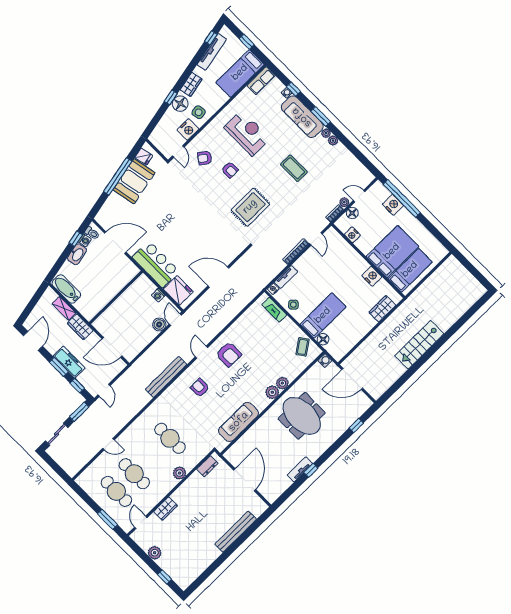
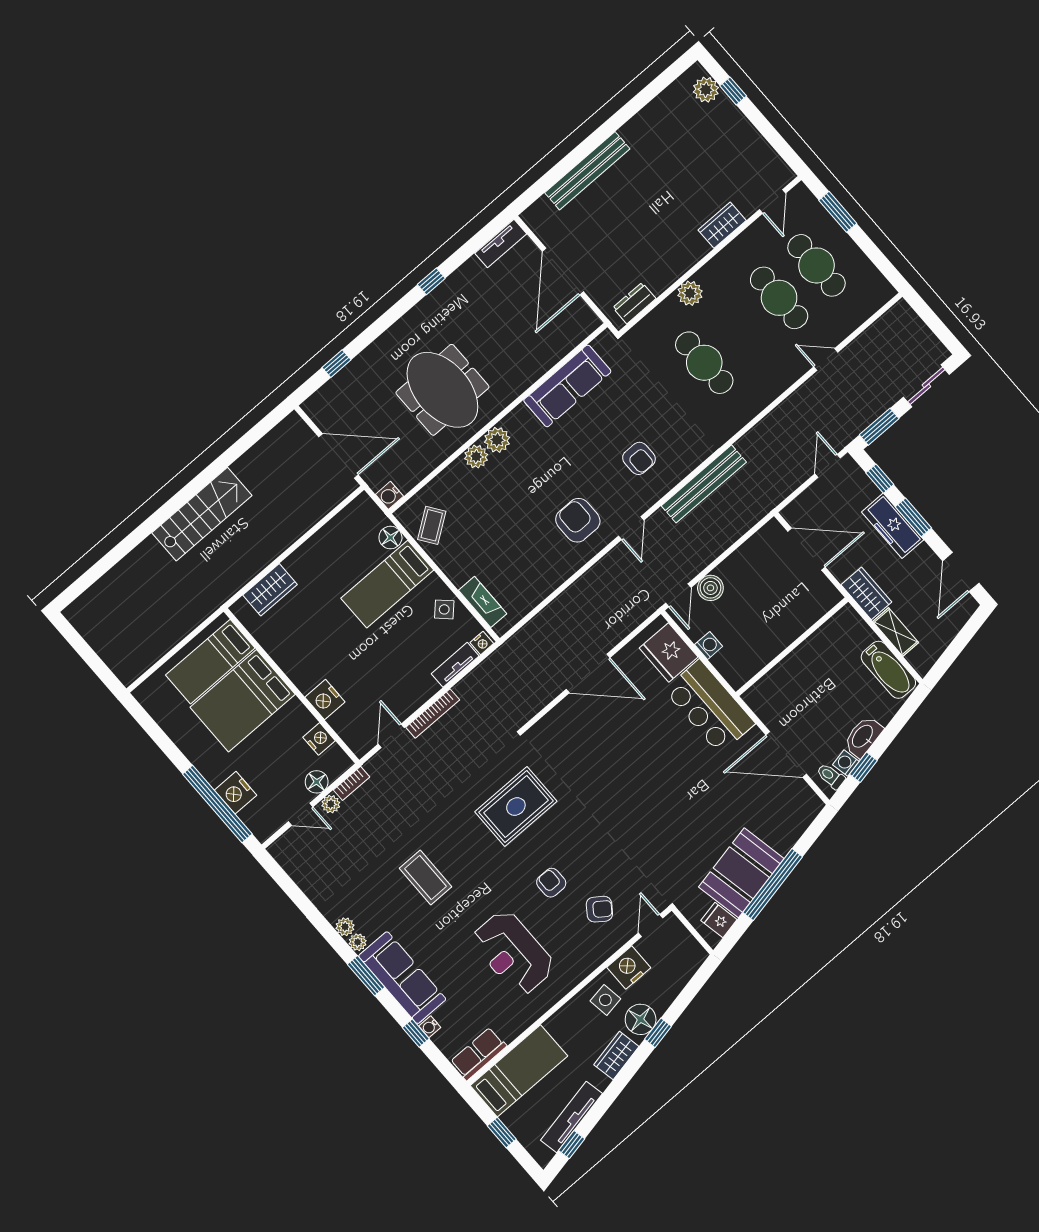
nightstand: (372, 276) -> (325, 700), moved
tv unit: (300, 469) -> (501, 243), moved
plant: (155, 553) -> (706, 90), moved

